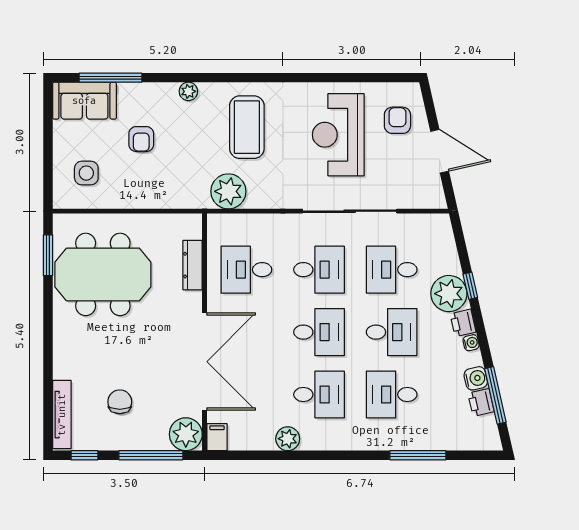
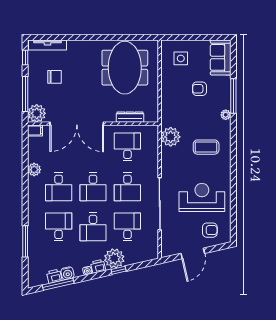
window: (110, 78) -> (233, 96), moved
coffee table: (247, 127) -> (206, 147), width x0.73, depth x0.76
window: (48, 255) -> (135, 37), removed

